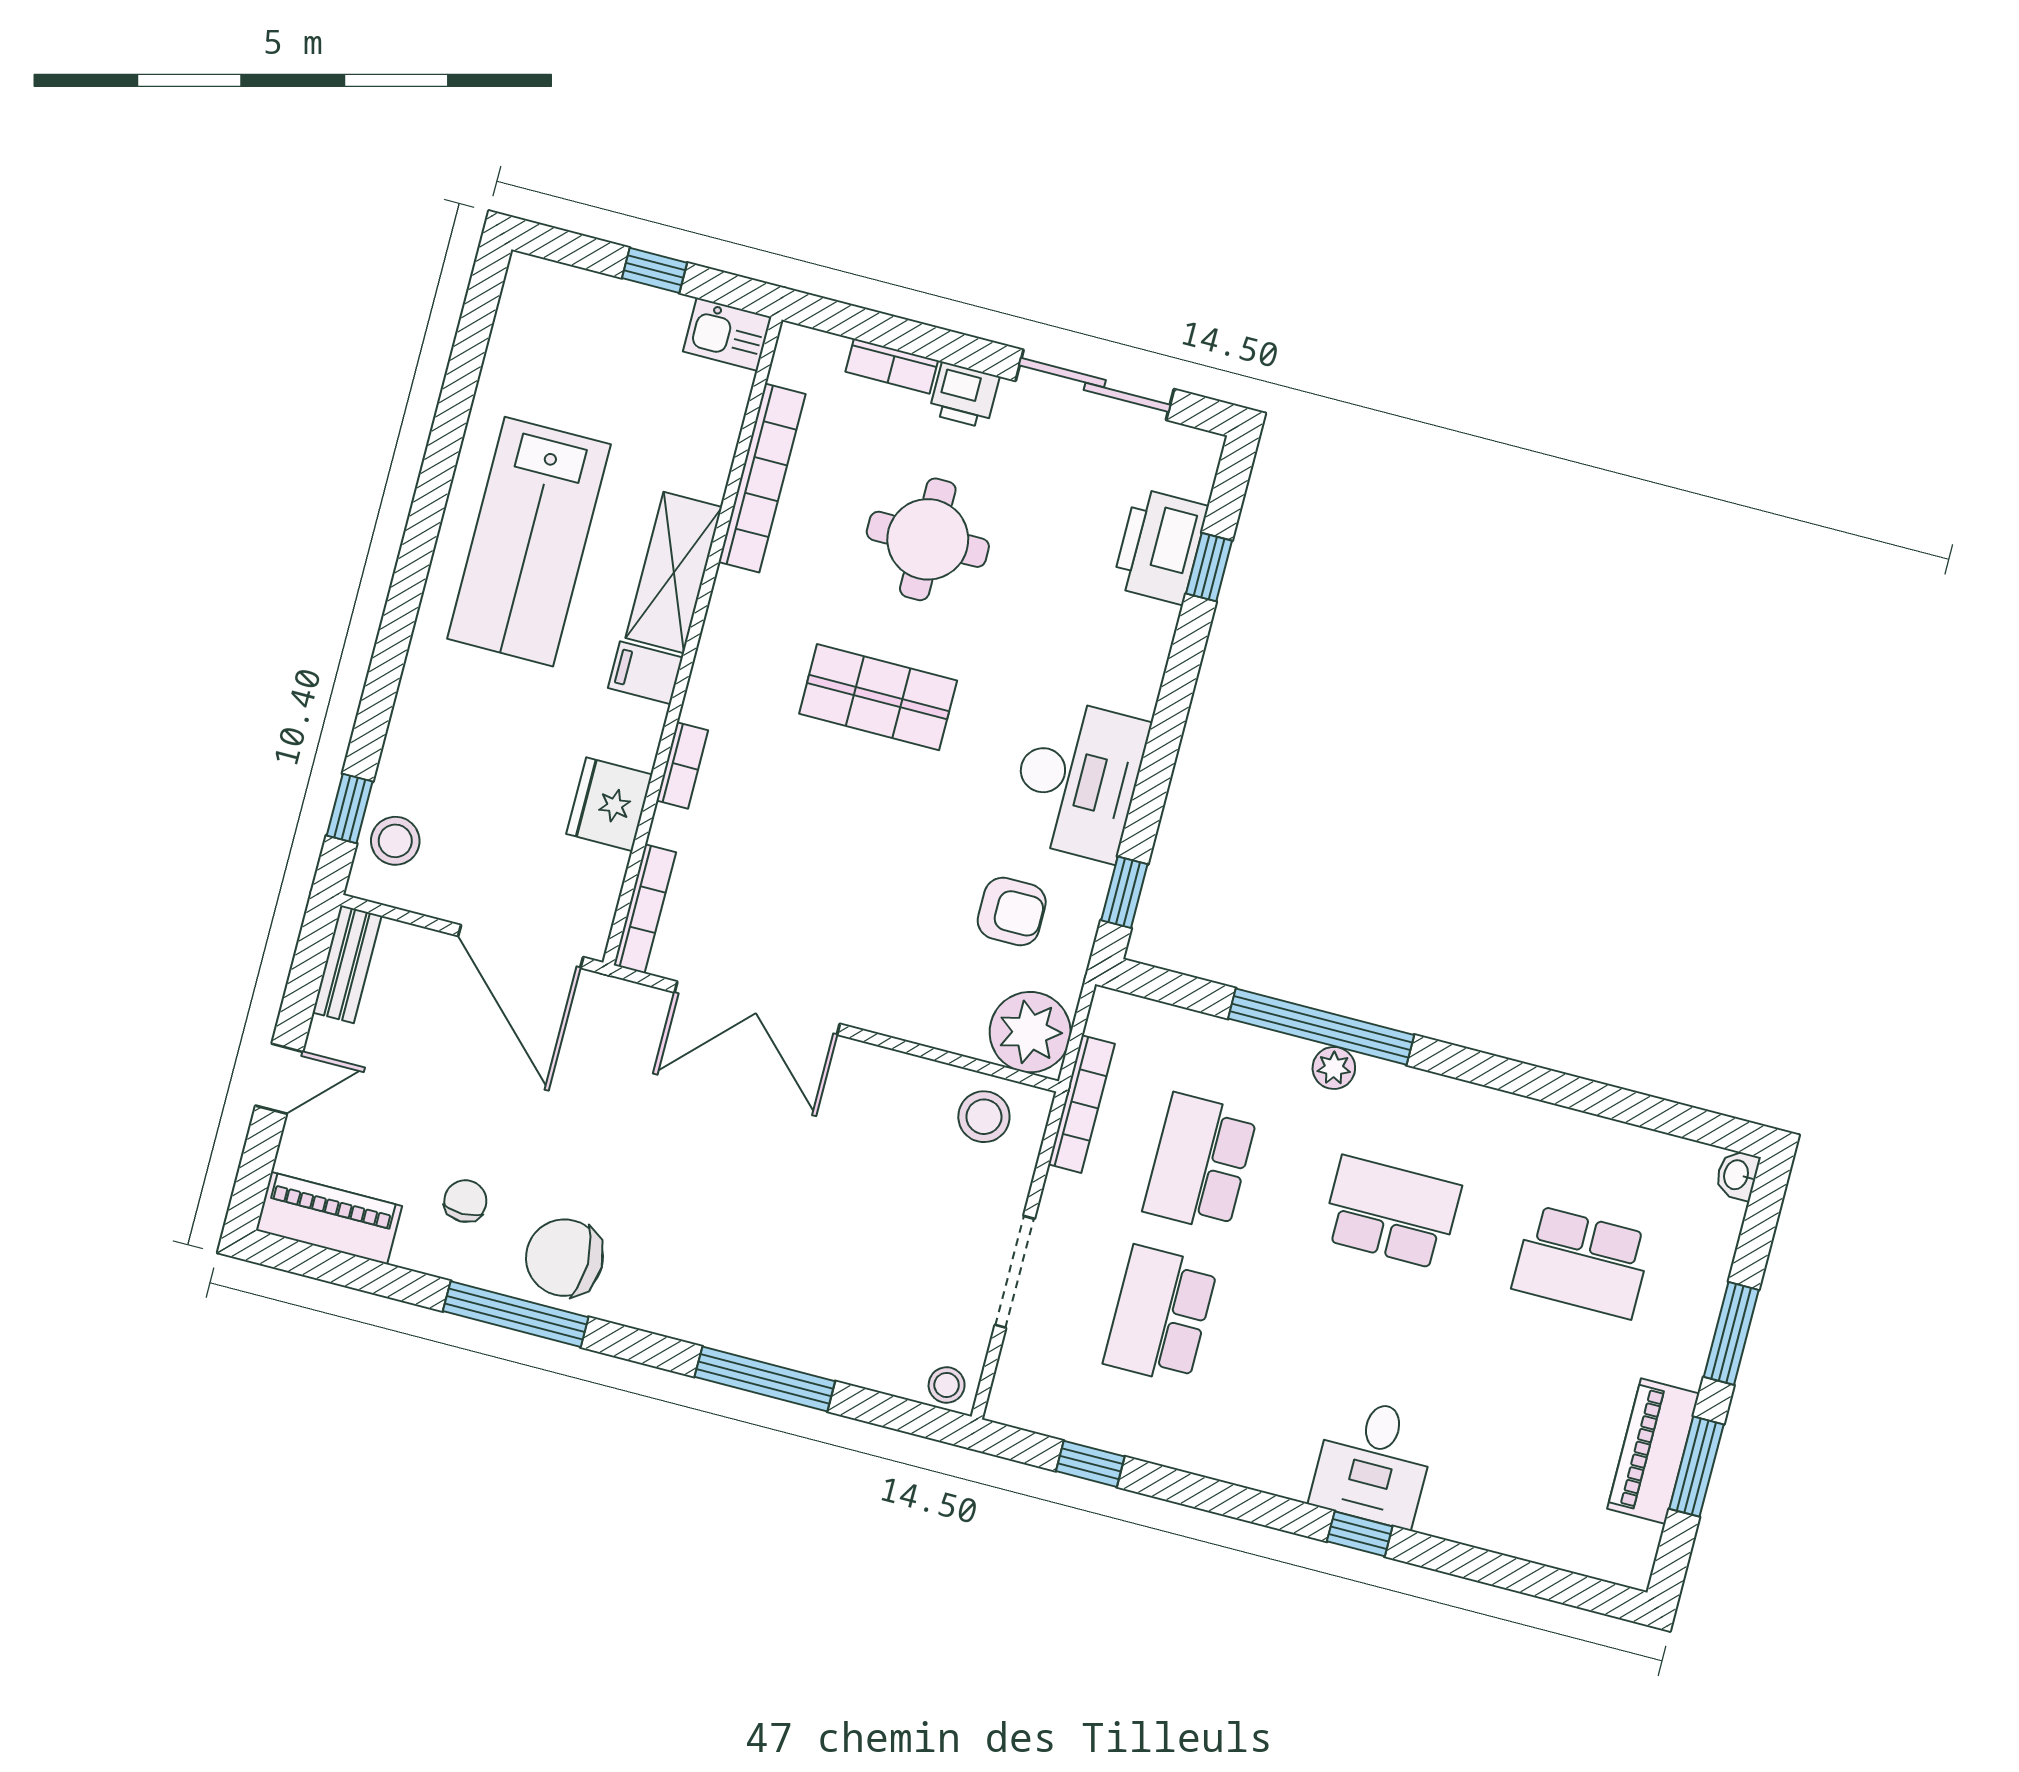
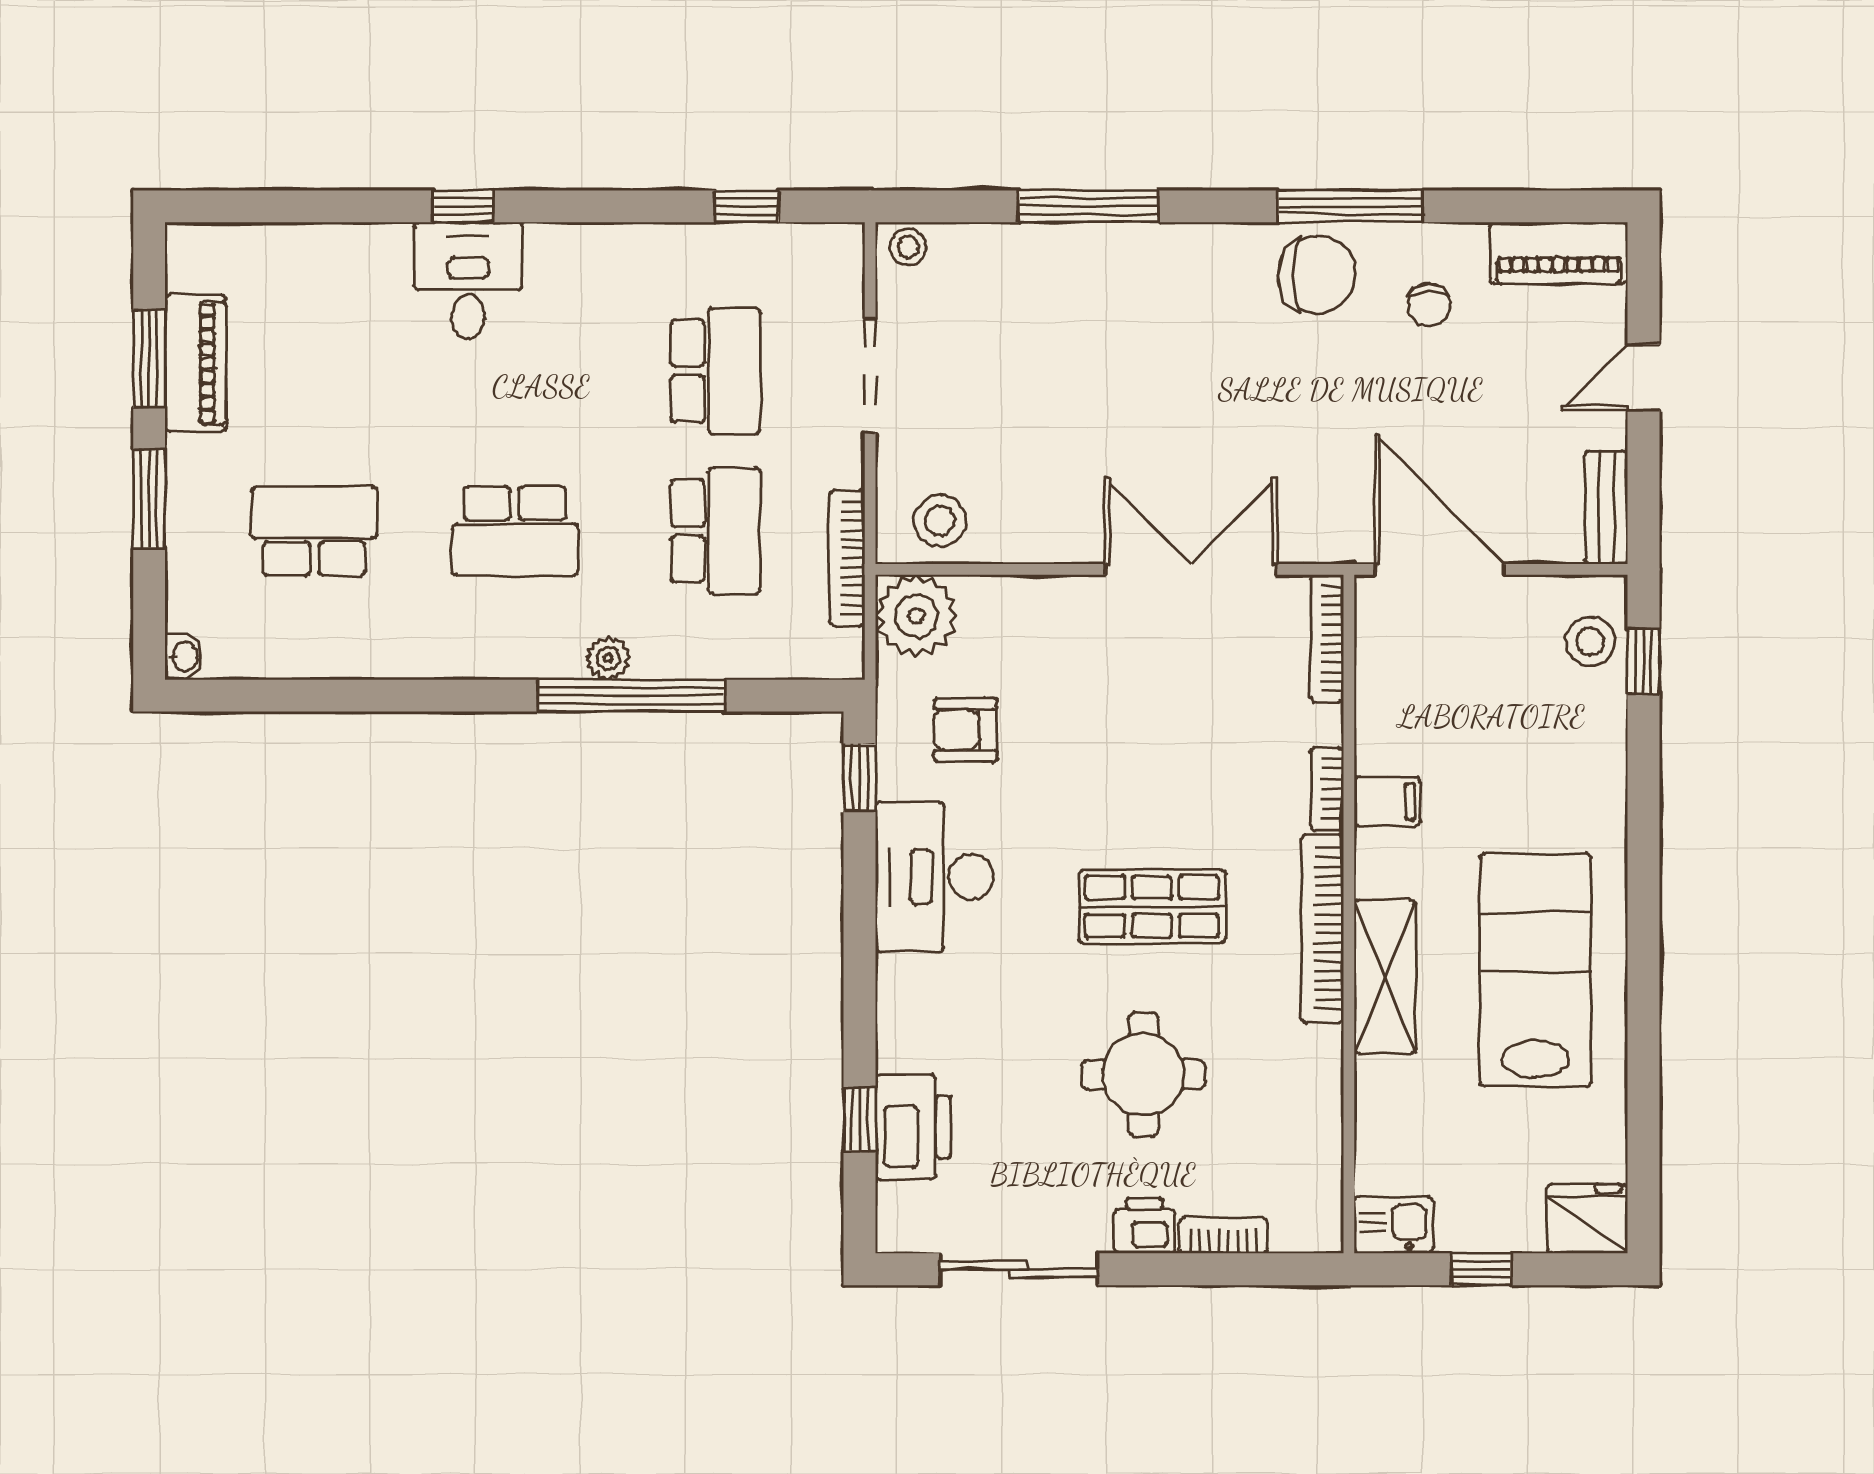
bookcase: (762, 478) -> (1322, 929), moved
filing cabinet: (645, 673) -> (1387, 802), moved
fridge: (609, 804) -> (1587, 1219), moved, turned -90

